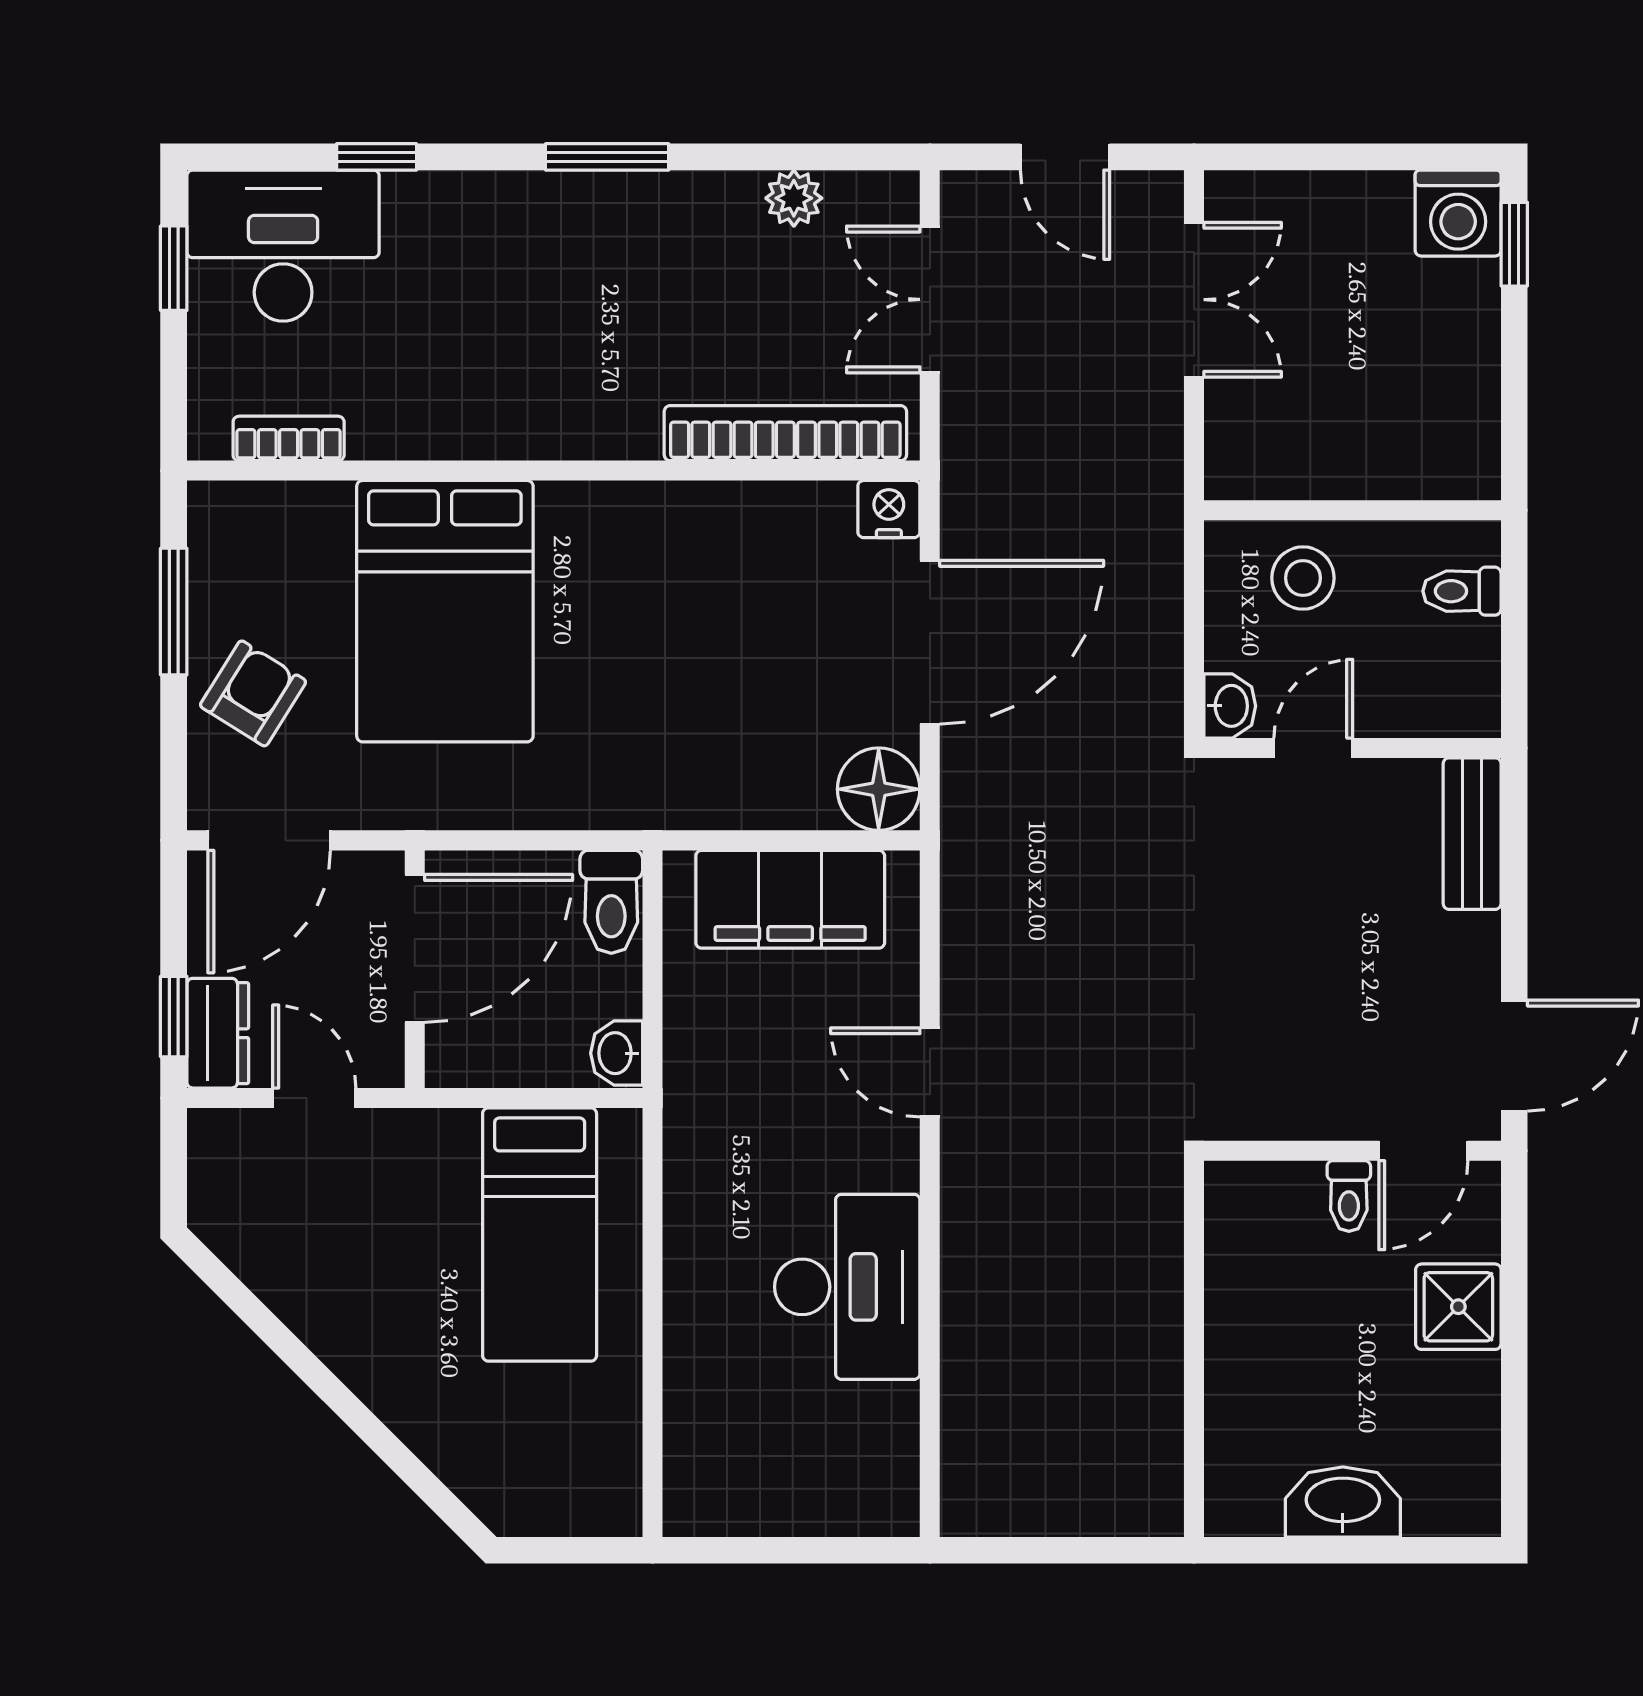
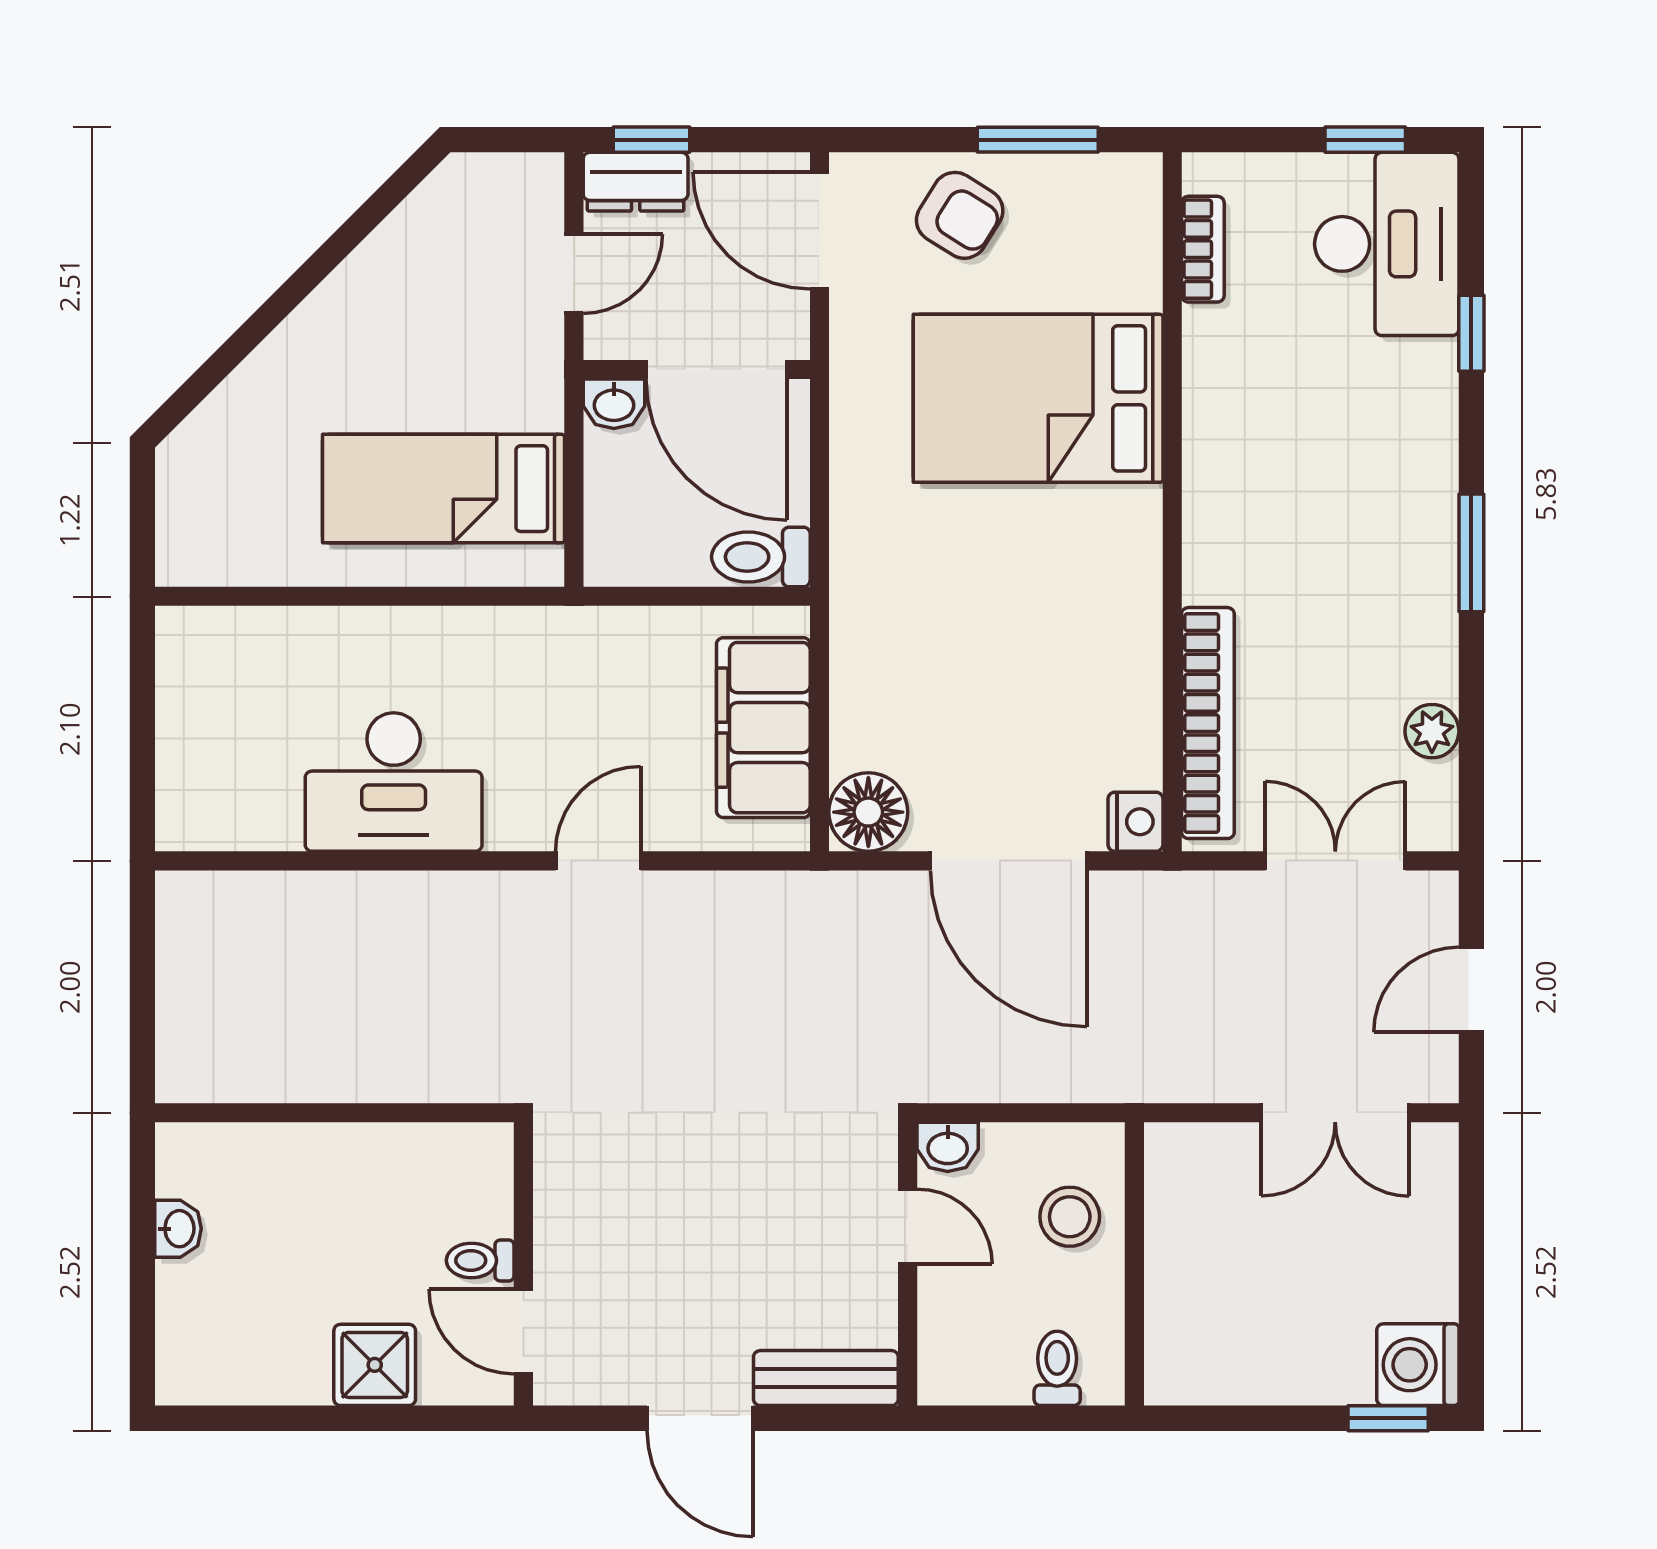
washbasin: (617, 1053) -> (614, 404), moved, turned 180
door: (1514, 1056) -> (700, 1418), moved
washbasin: (1343, 1502) -> (178, 1229), width x0.52, depth x0.69

